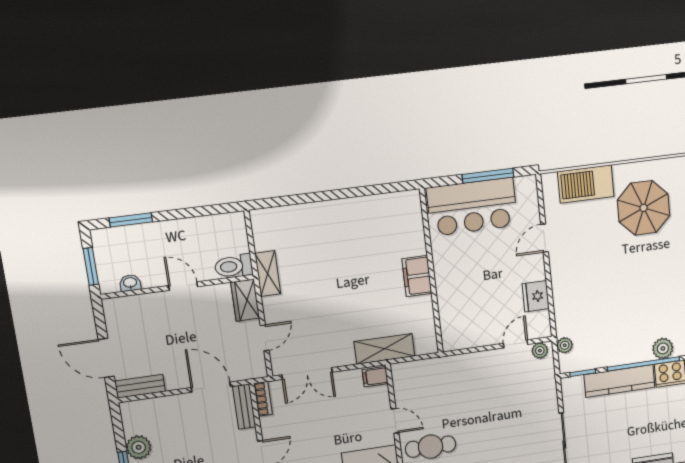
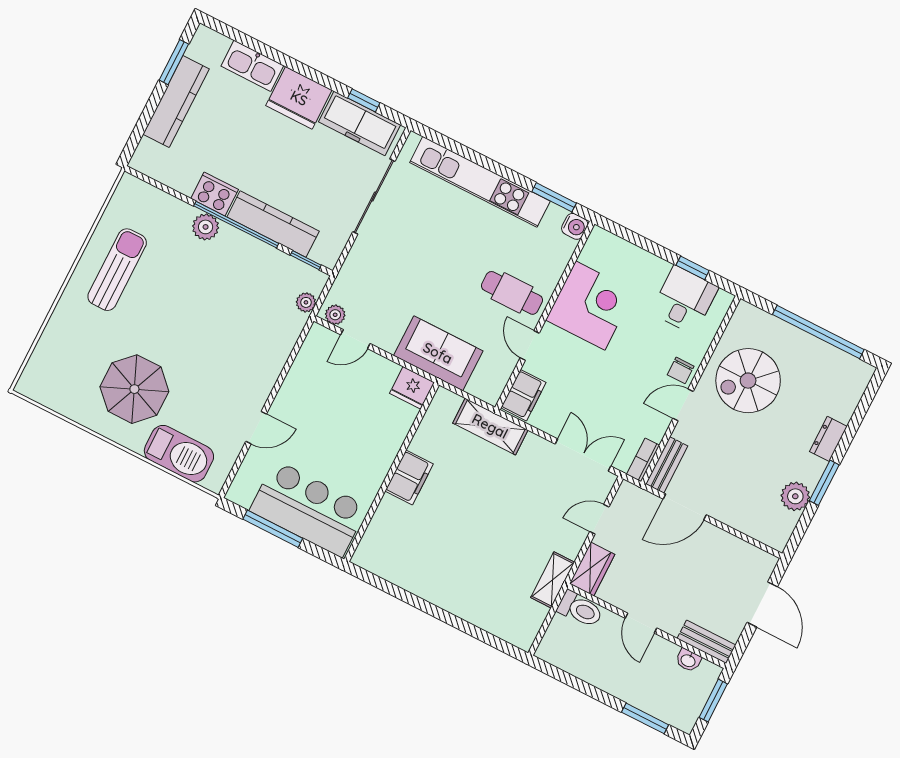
fridge: (536, 296) -> (412, 388), moved, turned 90
sofa: (453, 373) -> (438, 353), added
filing cabinet: (375, 377) -> (523, 395), width x2.00
bench: (140, 386) -> (706, 642), moved
door: (211, 387) -> (685, 507), hinge flipped

